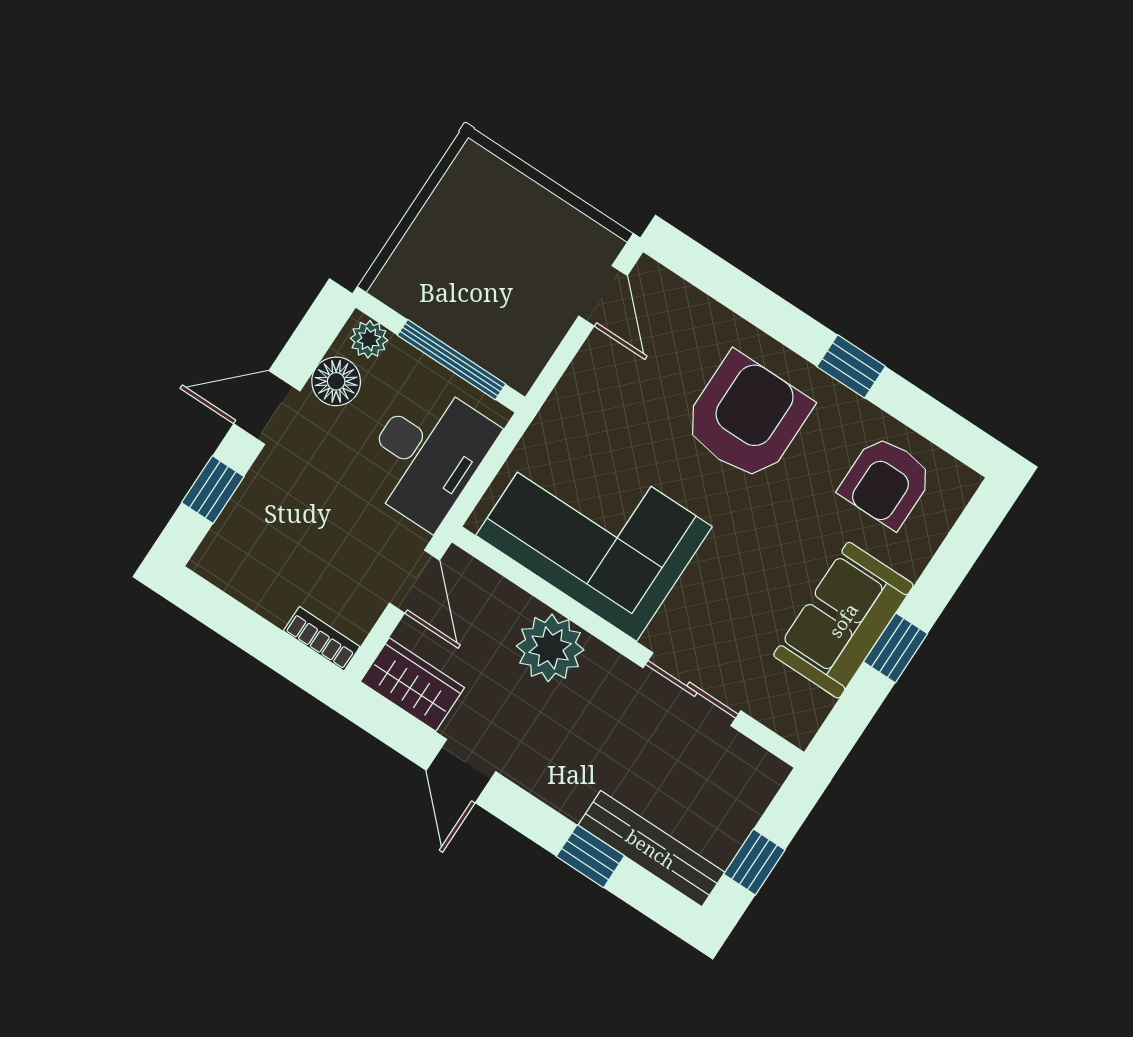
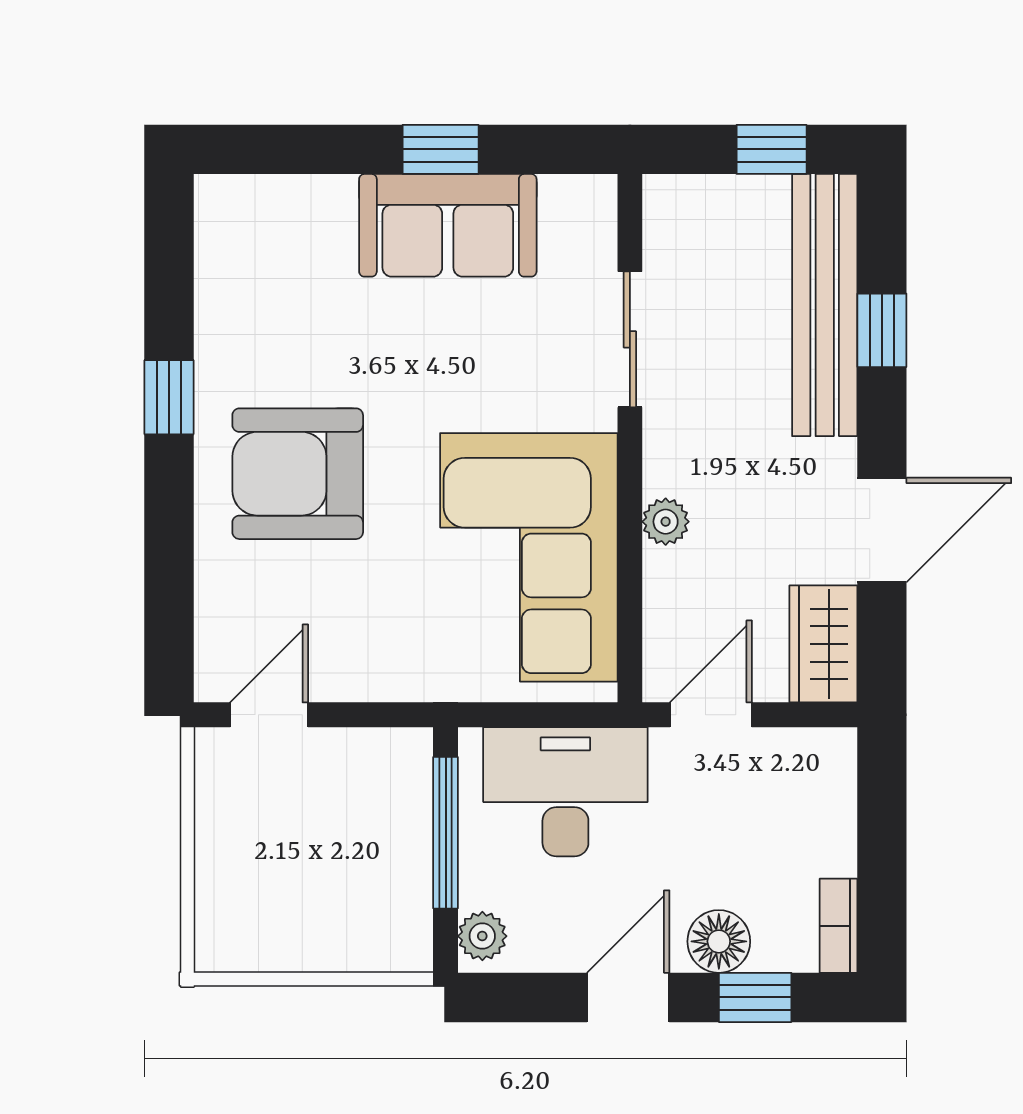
floor lamp: (336, 381) -> (719, 941), moved
door: (267, 407) -> (628, 997), swing flipped
armchair: (886, 482) -> (268, 277), removed
bookcase: (322, 639) -> (838, 926), moved
plant: (550, 648) -> (666, 522), width x0.53, depth x0.53
door: (461, 771) -> (882, 530), width x1.38
bench: (651, 849) -> (825, 305), width x1.37, depth x1.21

